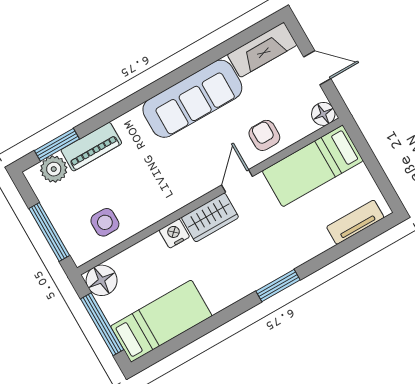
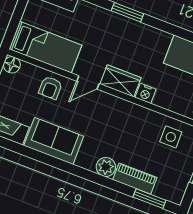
sofa: (192, 99) -> (54, 141), width x0.73
plant: (54, 169) -> (106, 167), moved

